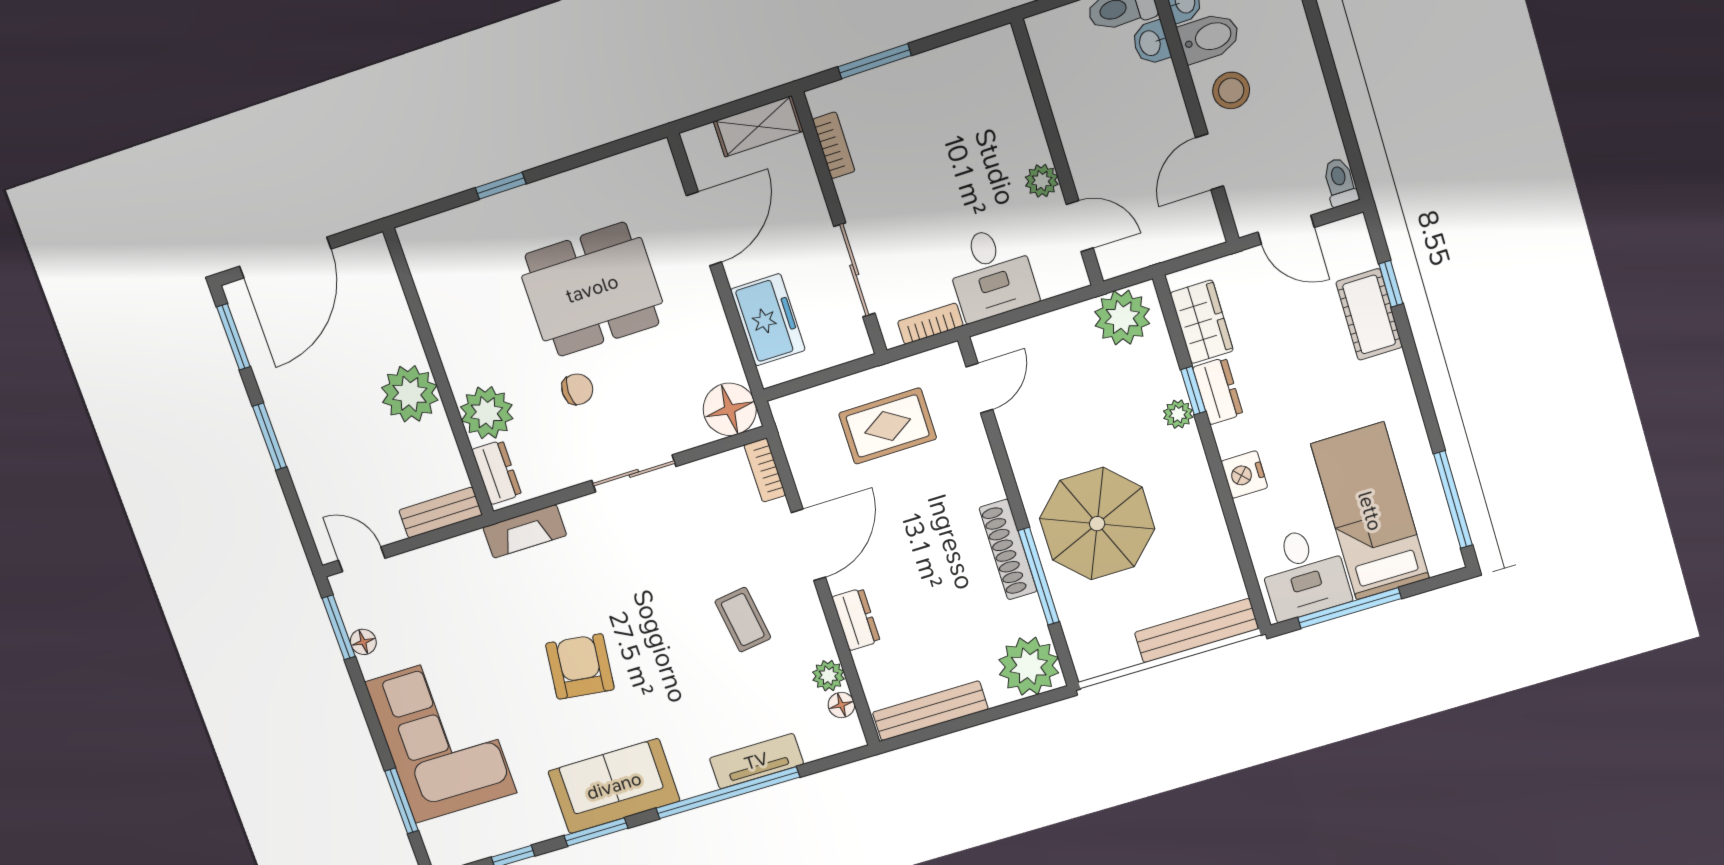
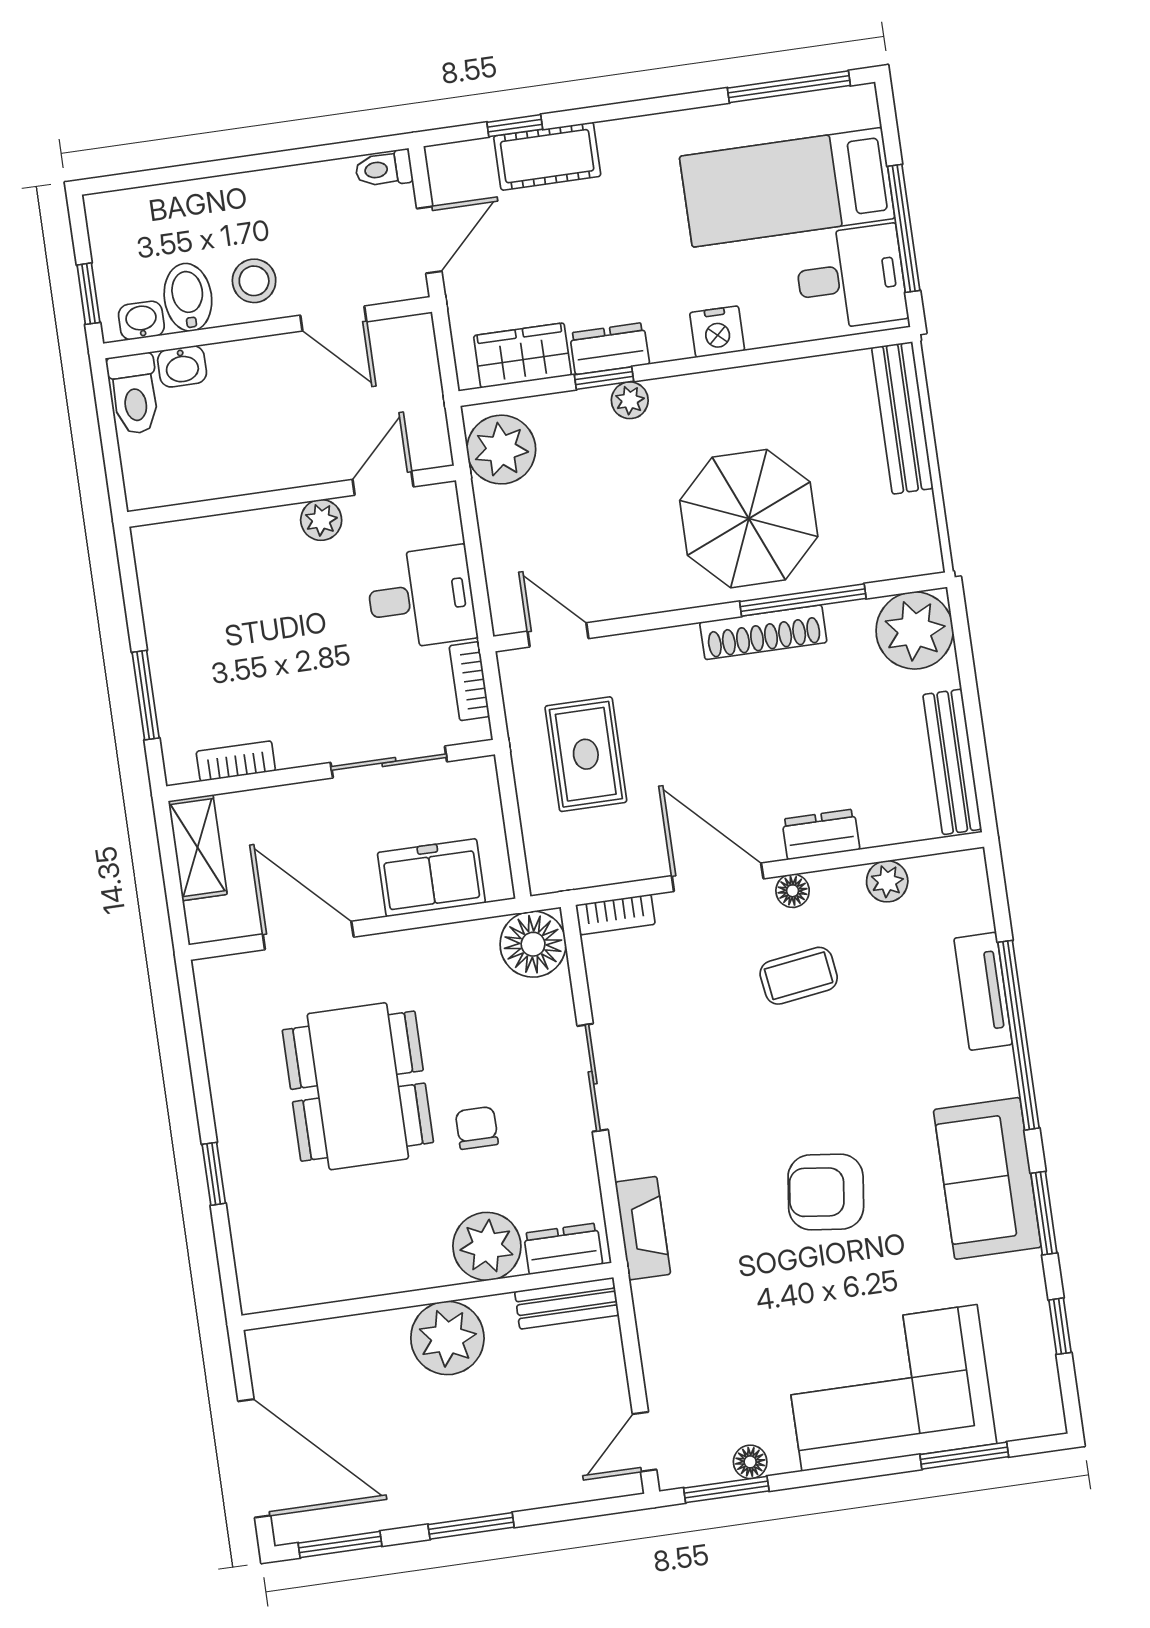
bench: (440, 513) -> (567, 1303), moved, turned 90
floor lamp: (841, 705) -> (793, 891), moved

